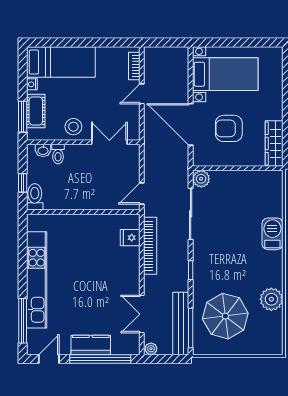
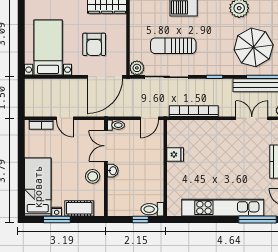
window: (23, 117) -> (57, 220), moved
door: (191, 124) -> (105, 77), moved
washbasin: (43, 150) -> (113, 171), moved
toilet: (58, 154) -> (116, 125), moved
door: (142, 193) -> (149, 118), hinge flipped
sun lounger: (227, 222) -> (173, 46), added
fridge: (130, 238) -> (175, 155), moved, turned -90
double door: (142, 314) -> (252, 118), swing flipped

